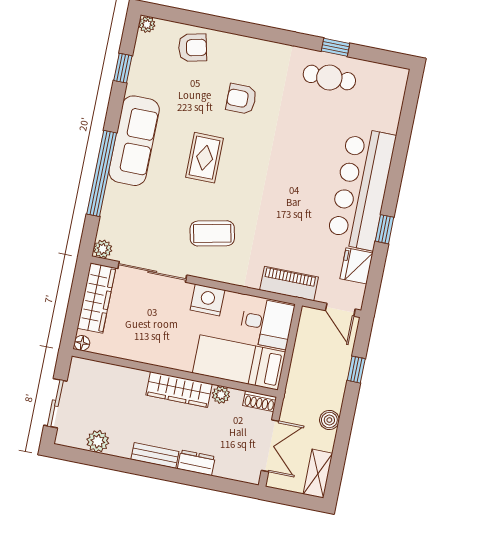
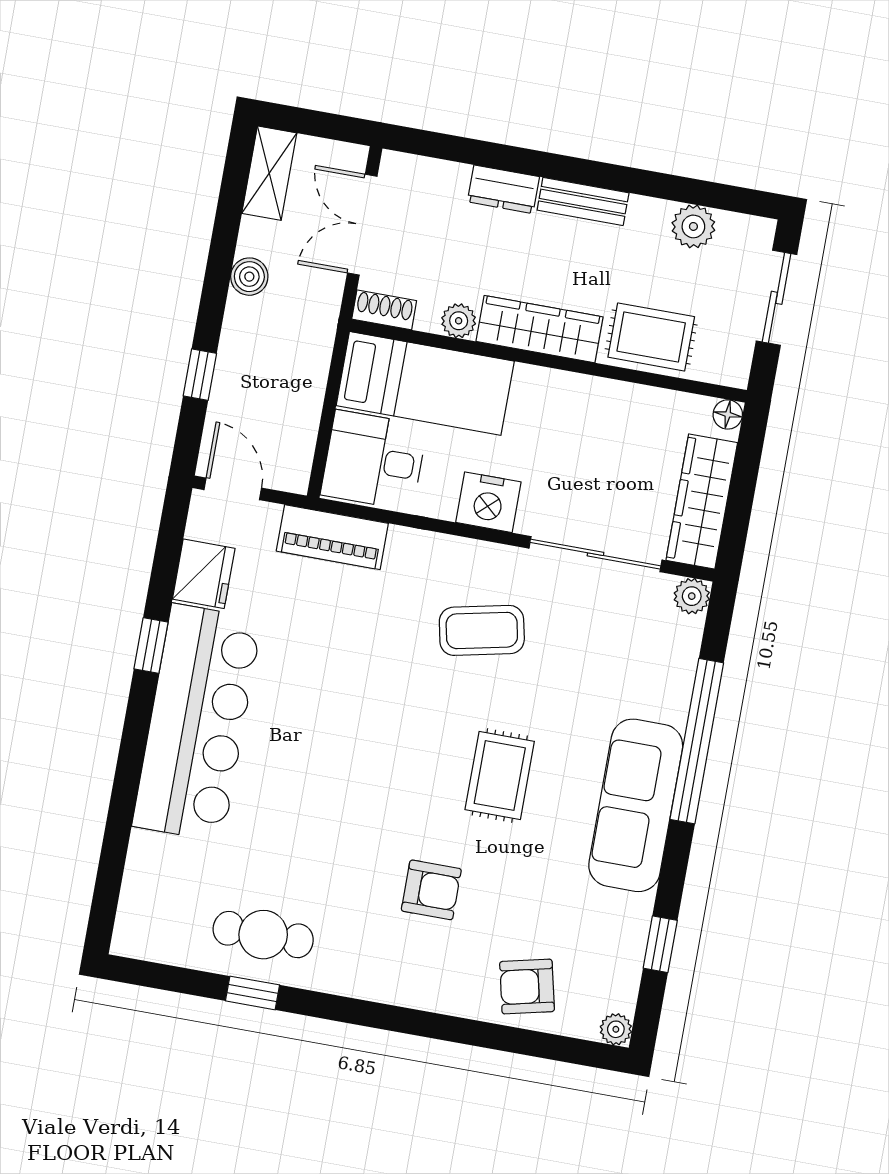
rug: (121, 384) -> (651, 337), added

